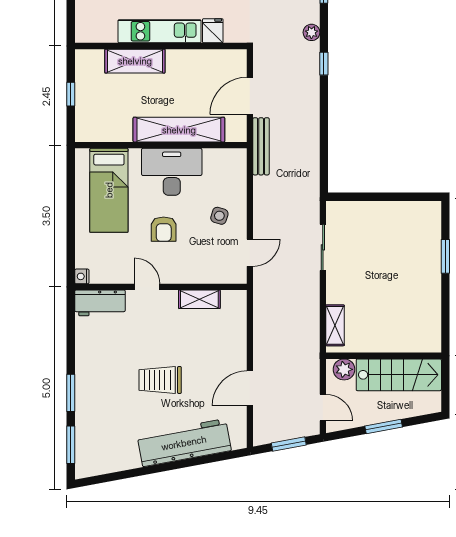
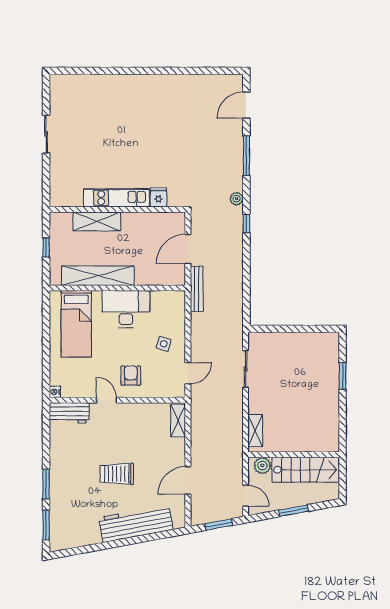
shelving: (179, 130) -> (98, 276), moved
armchair: (164, 229) -> (131, 376), moved, turned 180
shelving: (199, 299) -> (178, 420), moved, turned 90

